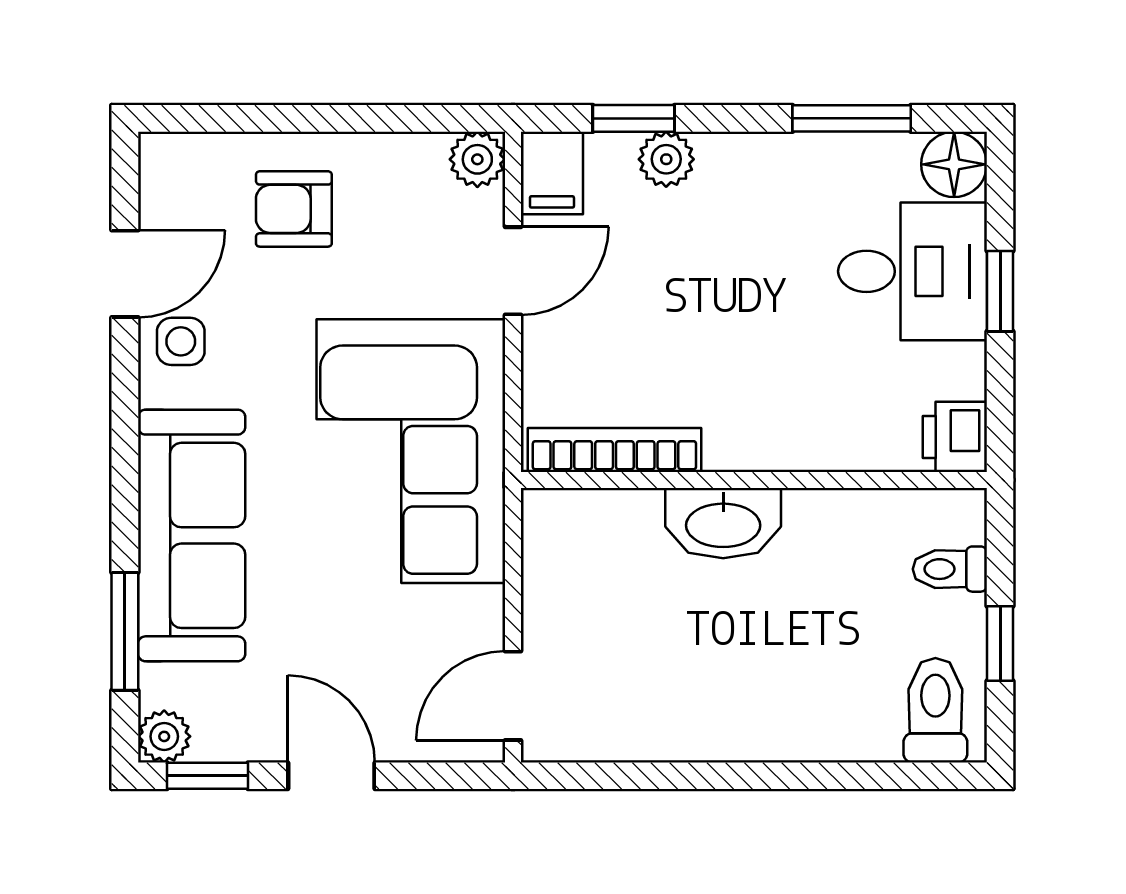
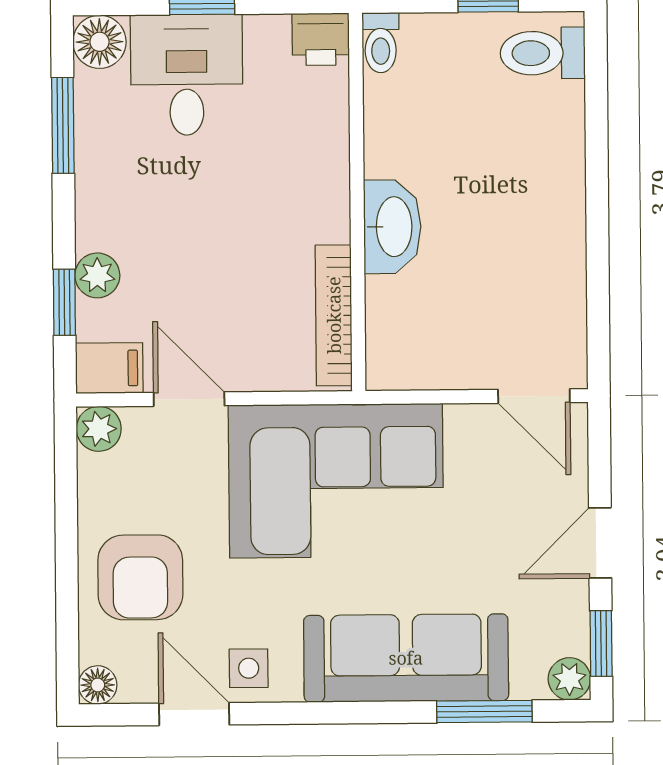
floor lamp: (162, 155) -> (98, 685), added
armchair: (294, 209) -> (140, 577), width x1.38, depth x1.38
toilet: (950, 569) -> (381, 43), moved

